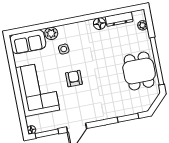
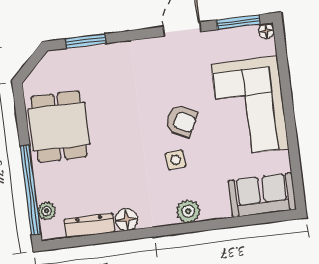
plant: (51, 33) -> (188, 211), moved
side table: (64, 49) -> (176, 160), moved
window: (157, 61) -> (30, 190), moved
armchair: (74, 79) -> (181, 121), turned -63

